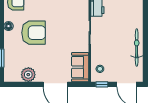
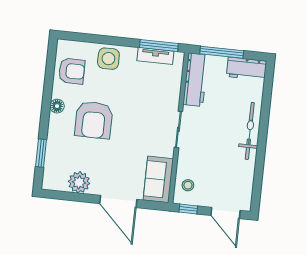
armchair: (34, 33) -> (94, 120), turned 90
bicycle: (137, 48) -> (250, 131), moved

